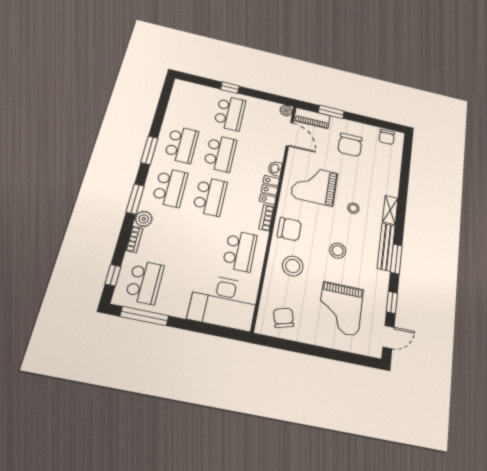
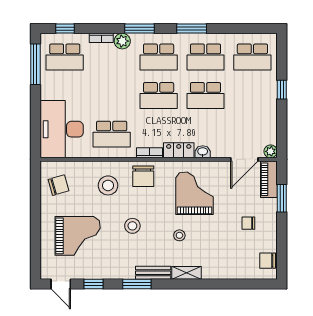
school desk: (230, 113) -> (252, 57), moved
chair: (350, 145) -> (248, 223), width x0.54, depth x0.54
bench: (386, 247) -> (153, 273), width x0.73
grand piano: (340, 309) -> (78, 236), turned 180

